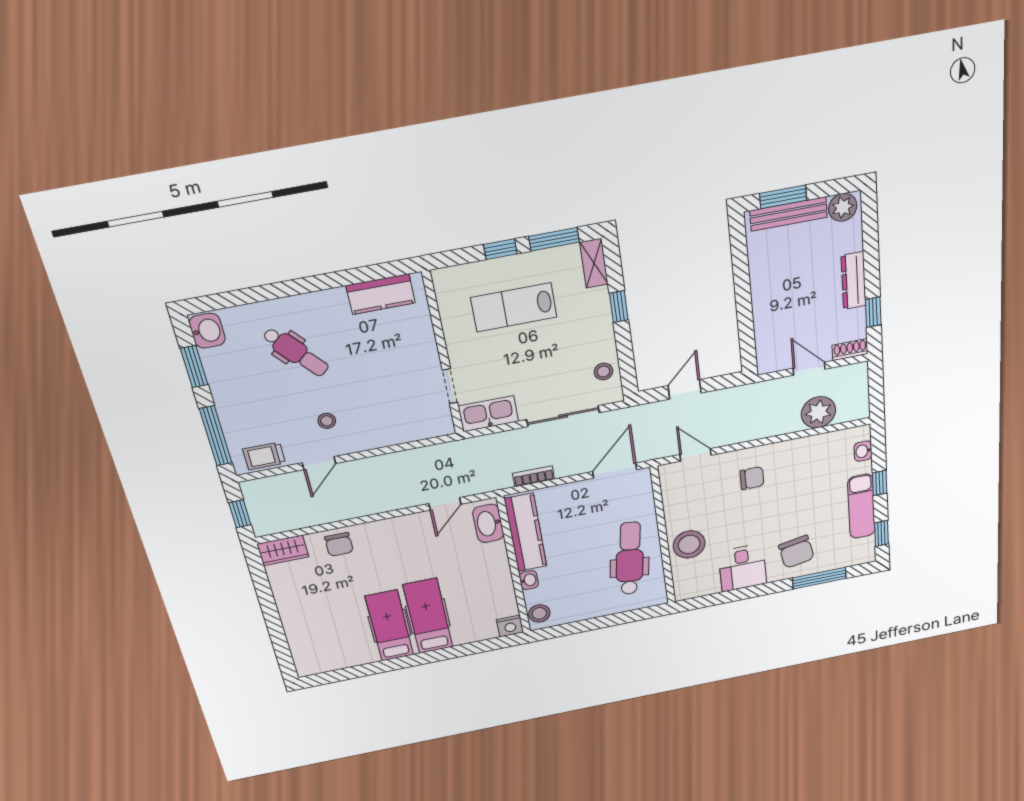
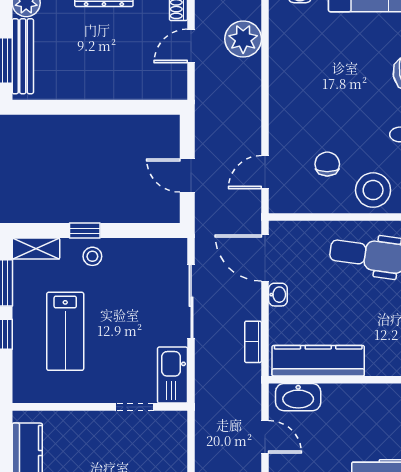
stool: (603, 372) -> (92, 256), moved
chair: (752, 478) -> (327, 164), moved
washbasin: (529, 580) -> (278, 295), moved, turned 90

